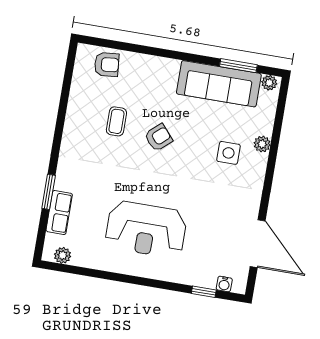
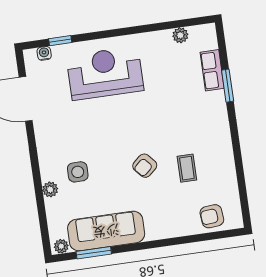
reception desk: (146, 229) -> (105, 73), moved
plant: (63, 255) -> (180, 35), moved

